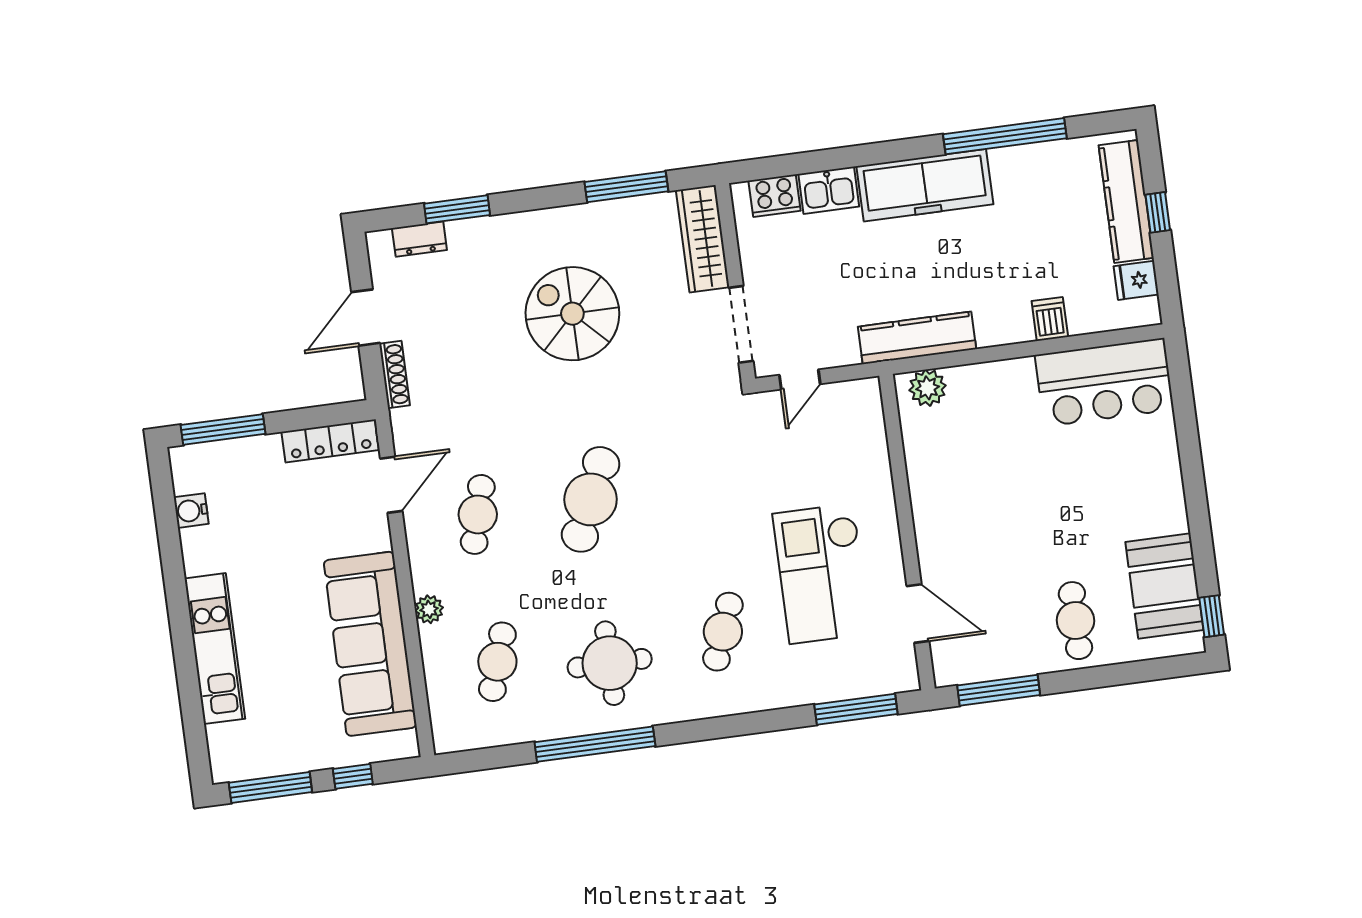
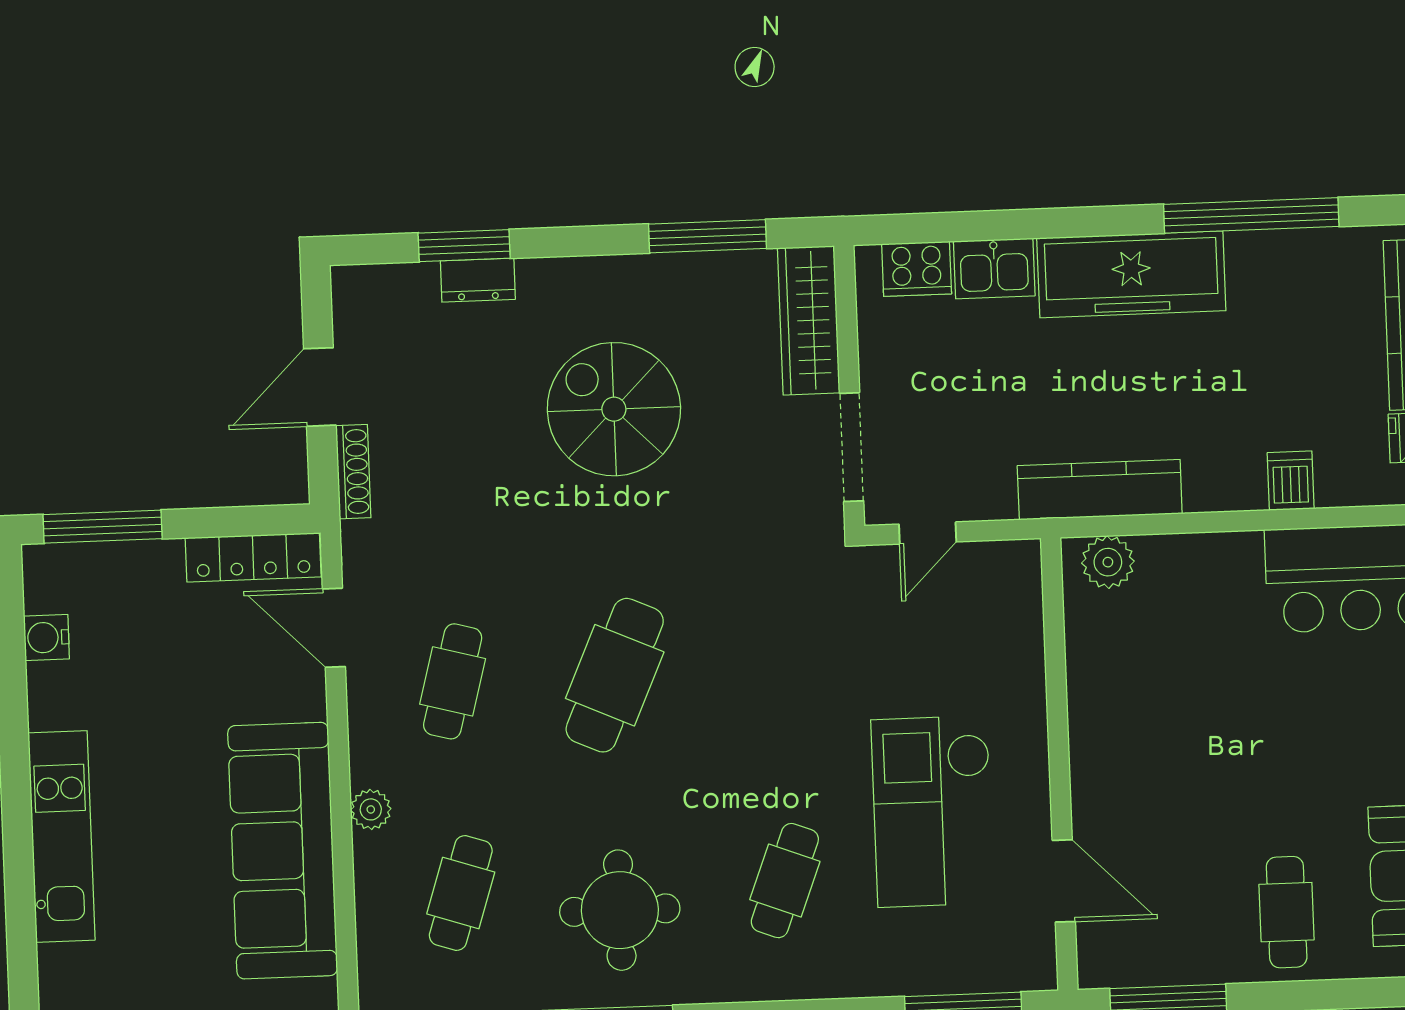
dresser: (419, 239) -> (478, 280), moved
door: (391, 485) -> (334, 628), swing flipped

